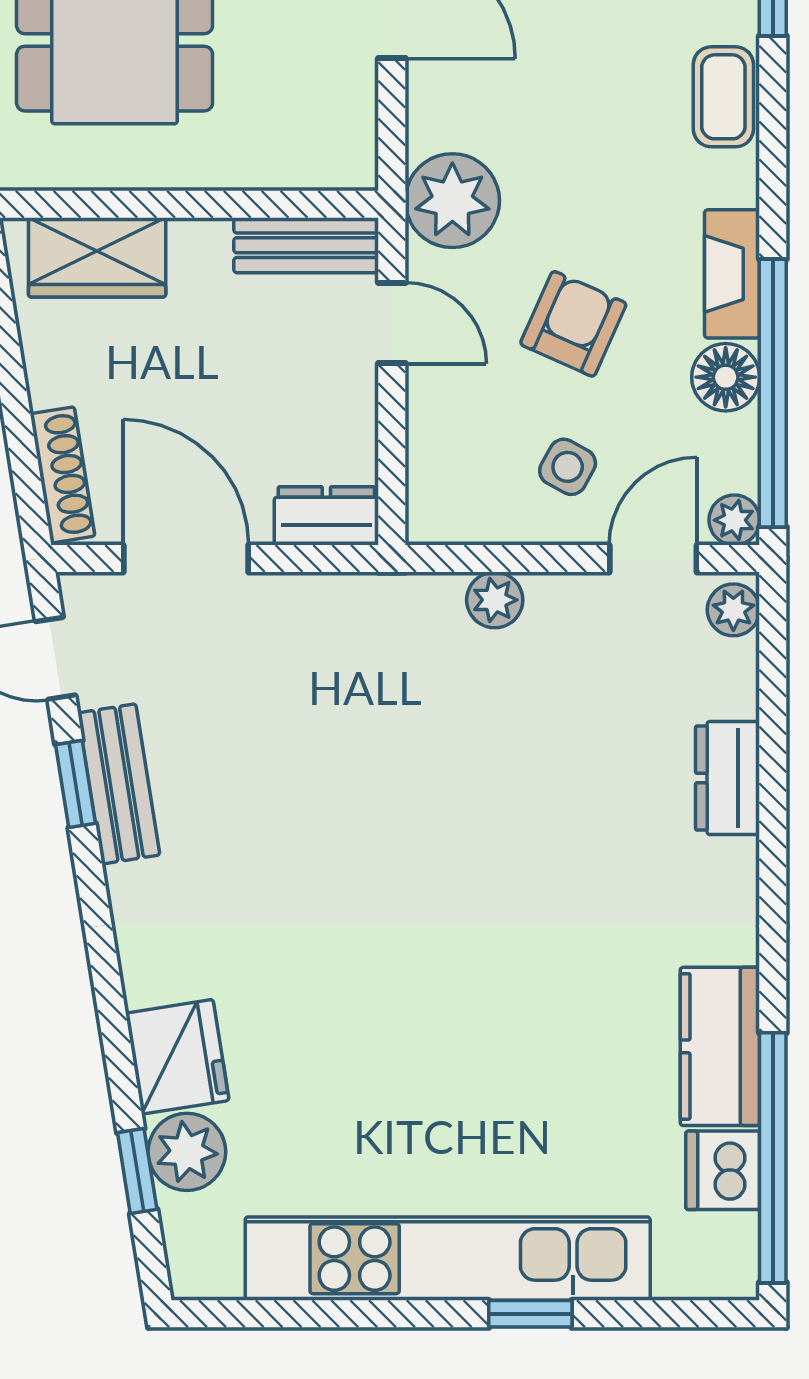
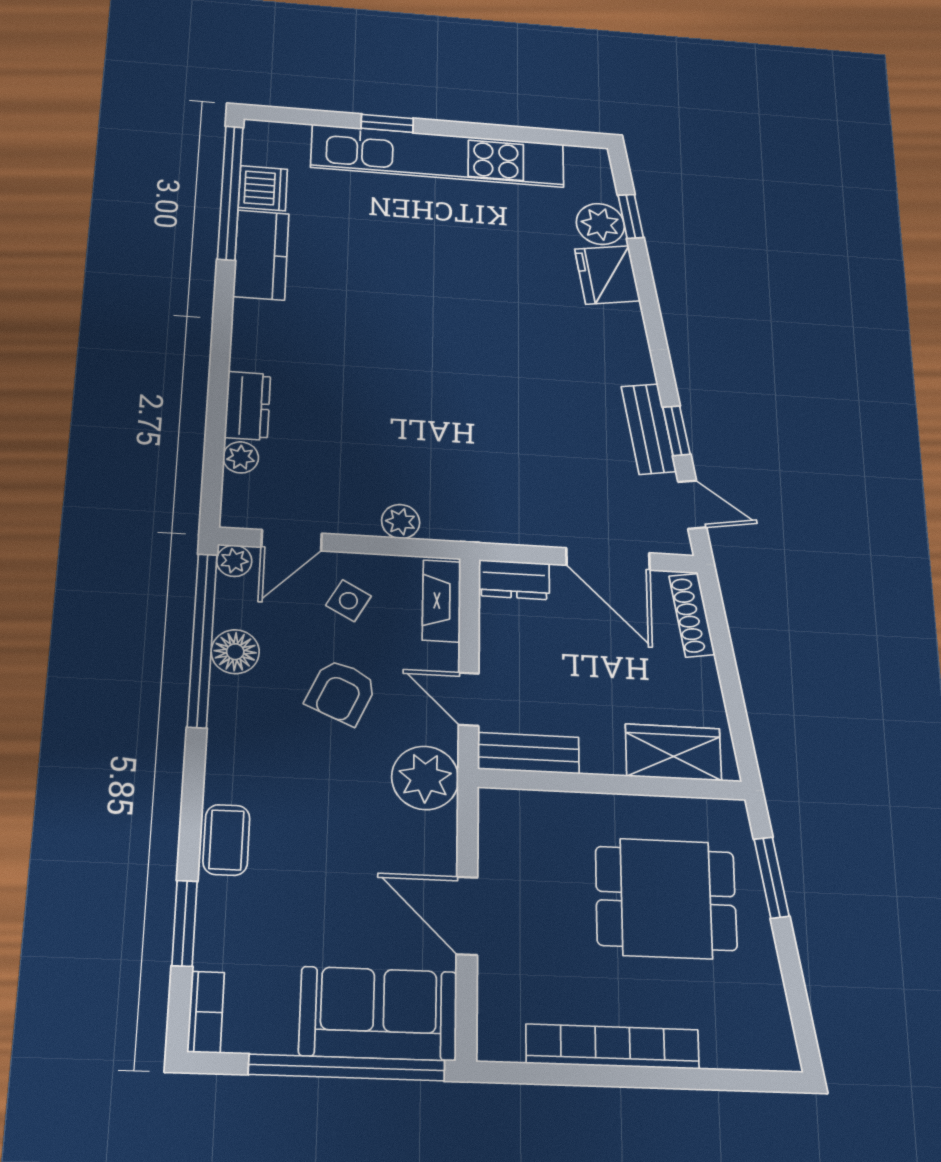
fireplace: (732, 274) -> (442, 601), moved, turned 180
plant: (733, 610) -> (241, 457), moved

